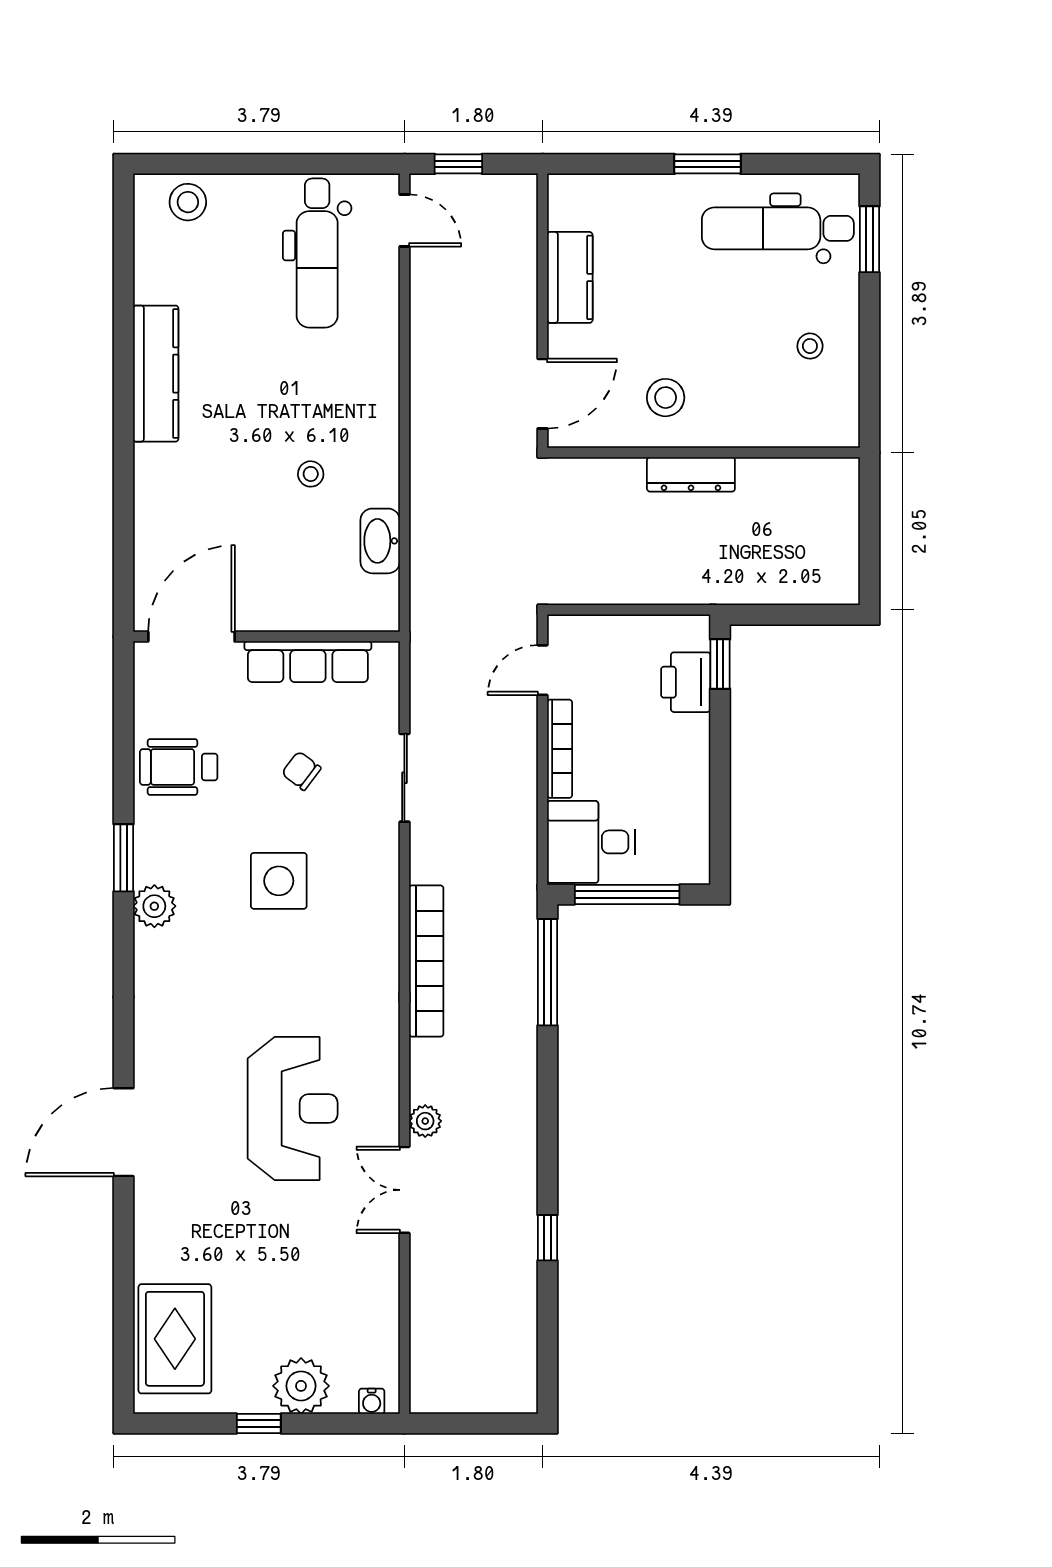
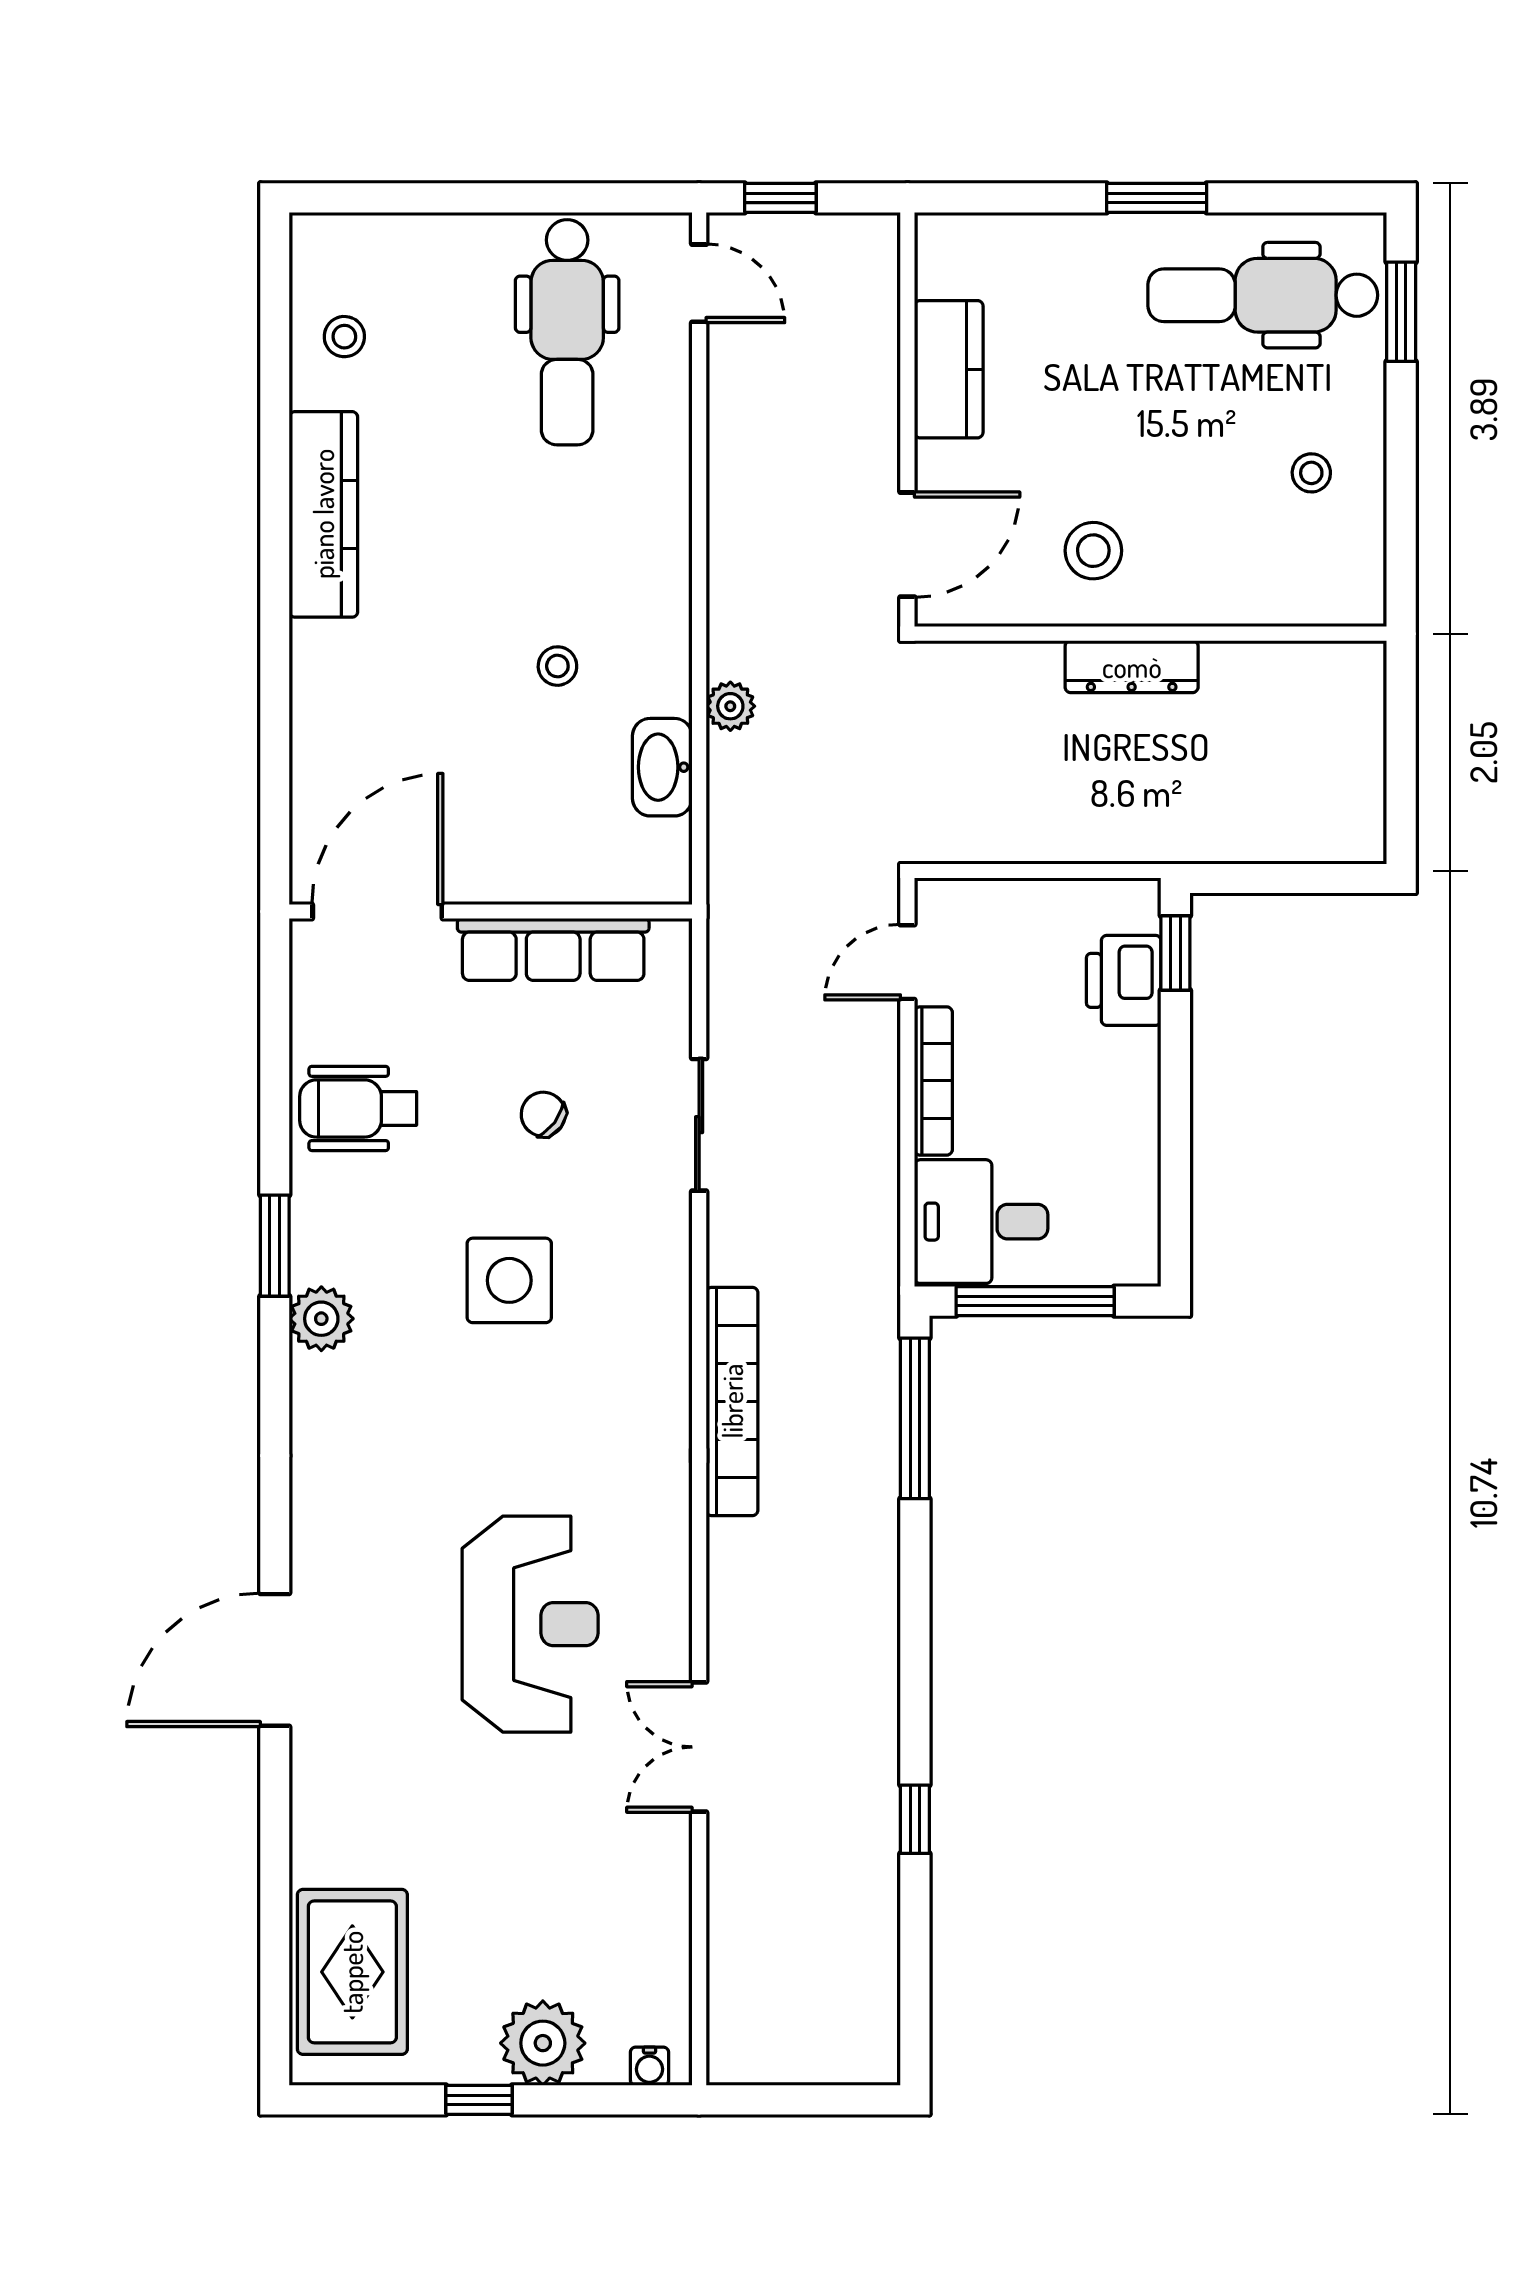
stool: (188, 202) -> (344, 337), moved, width x0.73, depth x0.73
plant: (425, 1121) -> (730, 706), moved

